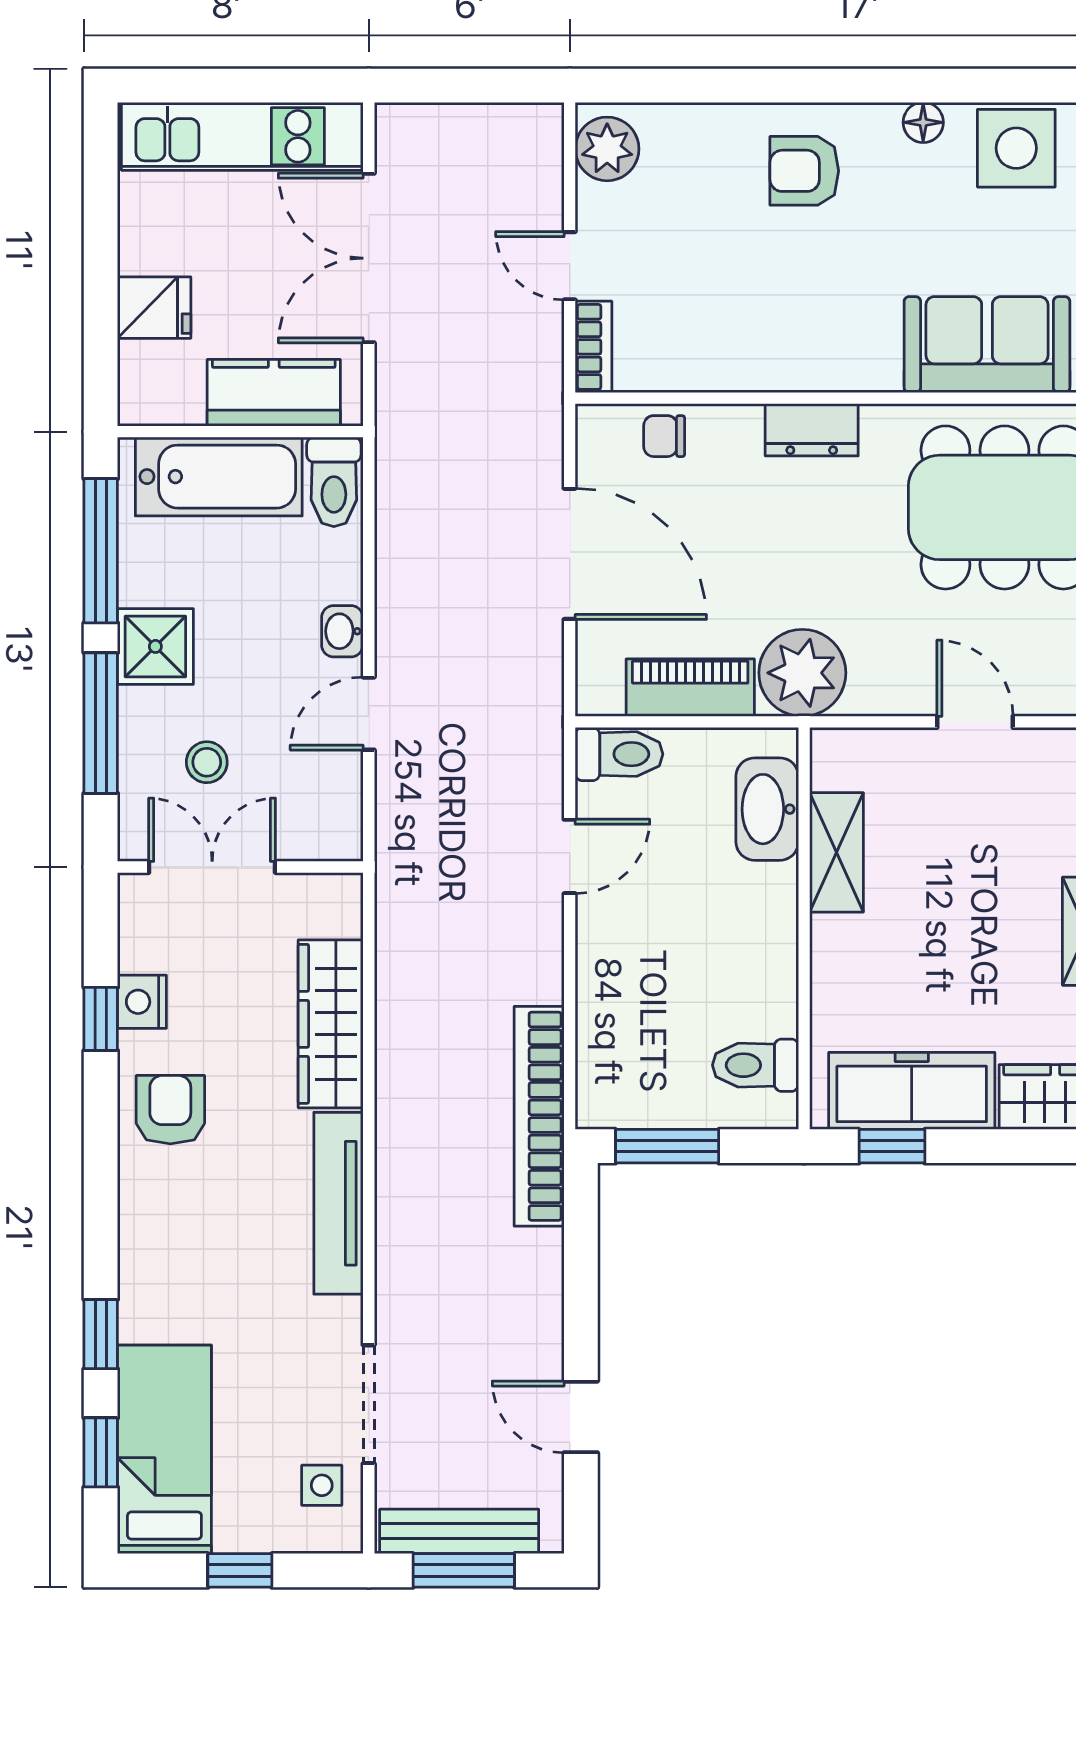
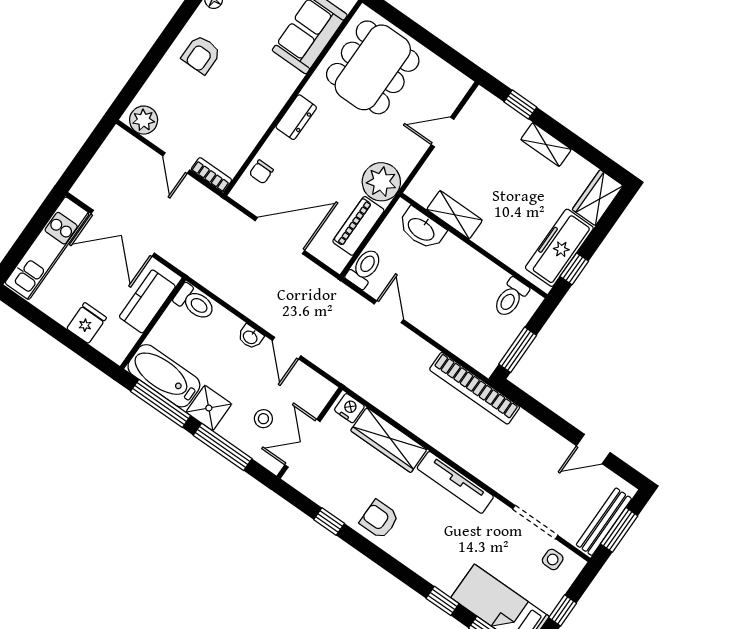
door: (570, 266) -> (176, 163), hinge flipped
bathtub: (219, 477) -> (164, 376), moved, turned -90
nightstand: (142, 1002) -> (349, 408), moved, turned 180

